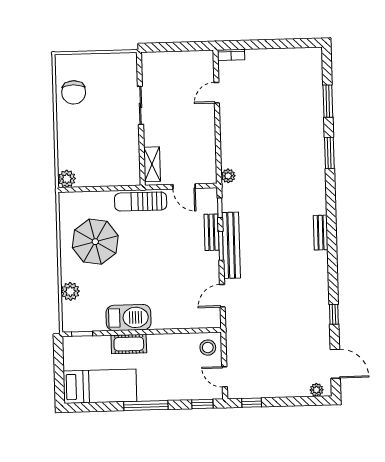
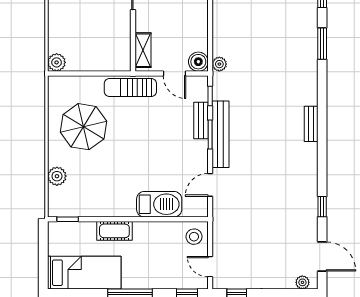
boiler: (207, 174) -> (198, 62), added
barbecue: (129, 318) -> (159, 204), moved

